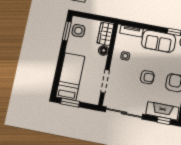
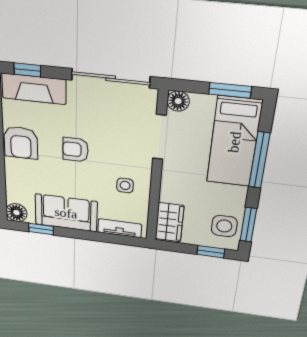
window: (86, 16) -> (211, 252), added
floor lamp: (104, 50) -> (178, 101), moved
window: (59, 66) -> (259, 160), added

